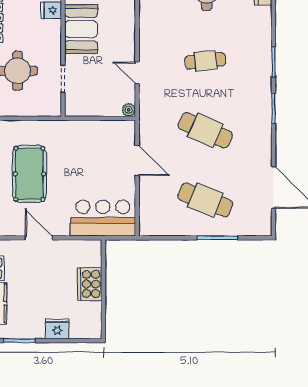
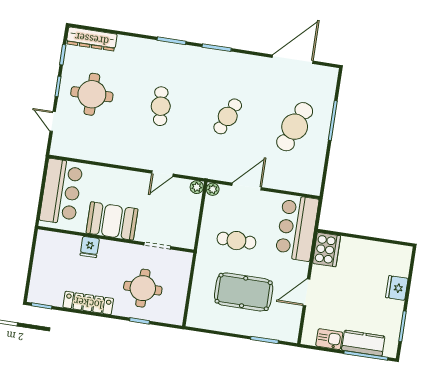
plant: (129, 126) -> (213, 189), added
cafe table: (205, 130) -> (228, 116), width x0.73, depth x0.74
cafe table: (81, 159) -> (236, 241), added
cooker: (90, 284) -> (327, 250), moved, turned -90

